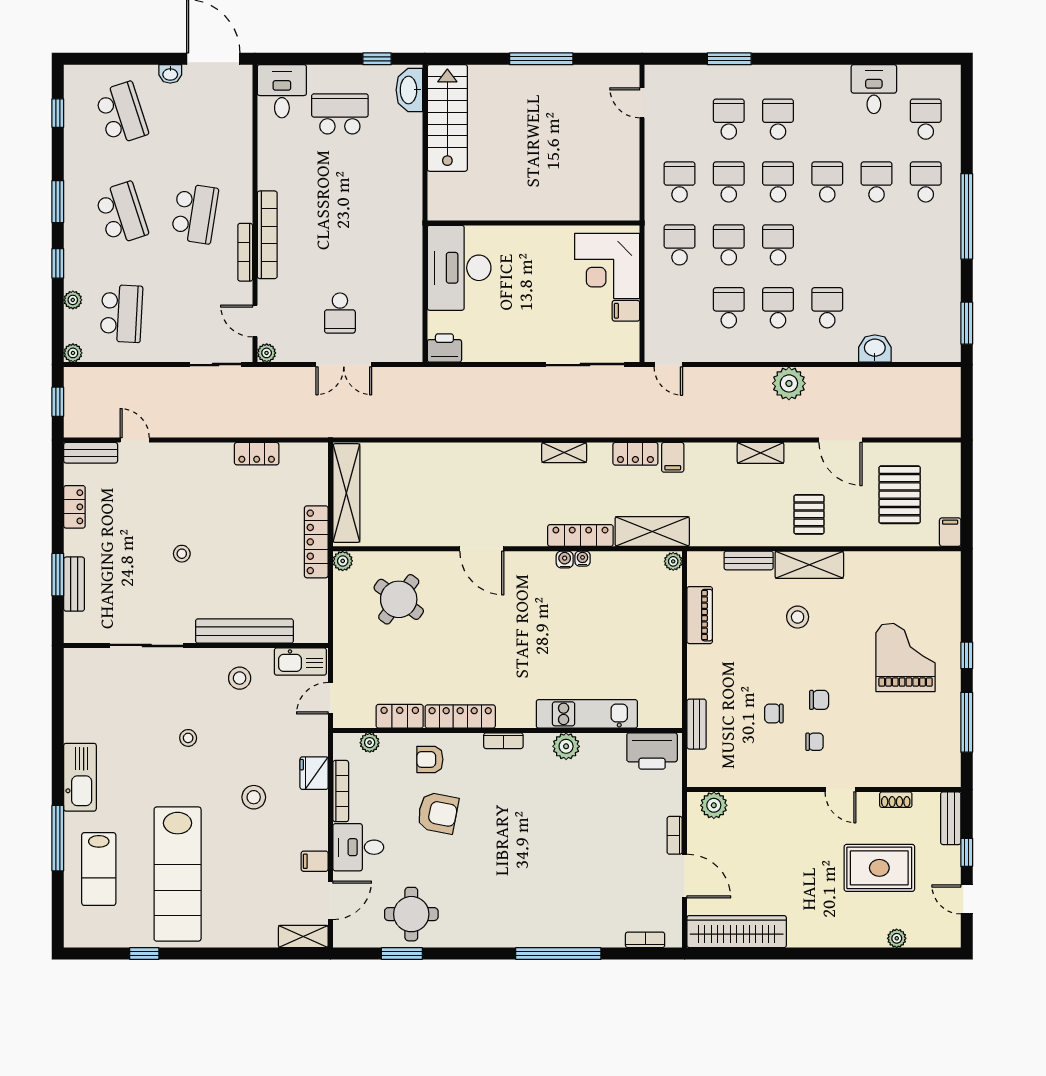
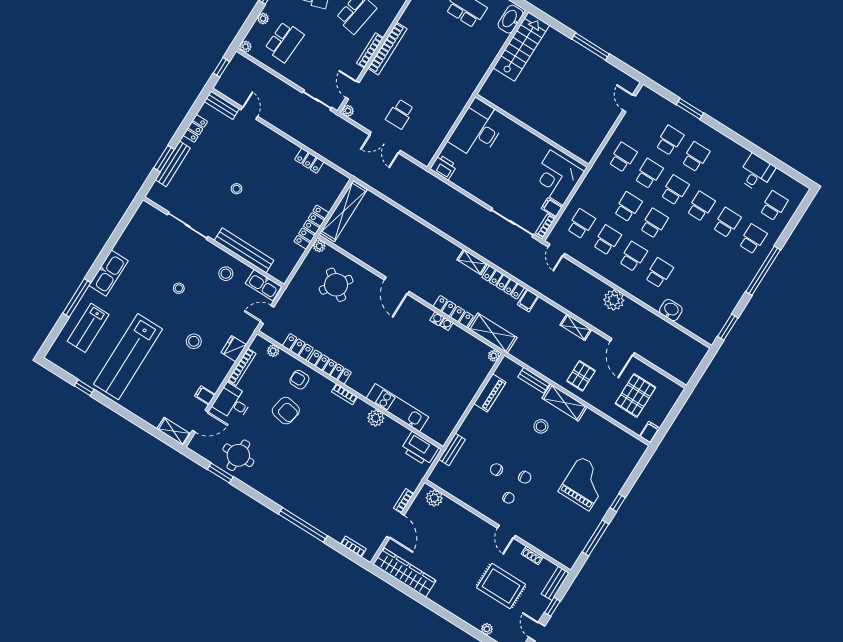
school desk: (680, 245) -> (581, 224), moved
bookcase: (633, 341) -> (545, 226), added
locker: (635, 454) -> (503, 282), width x1.53
bench: (74, 584) -> (173, 164), width x1.36

